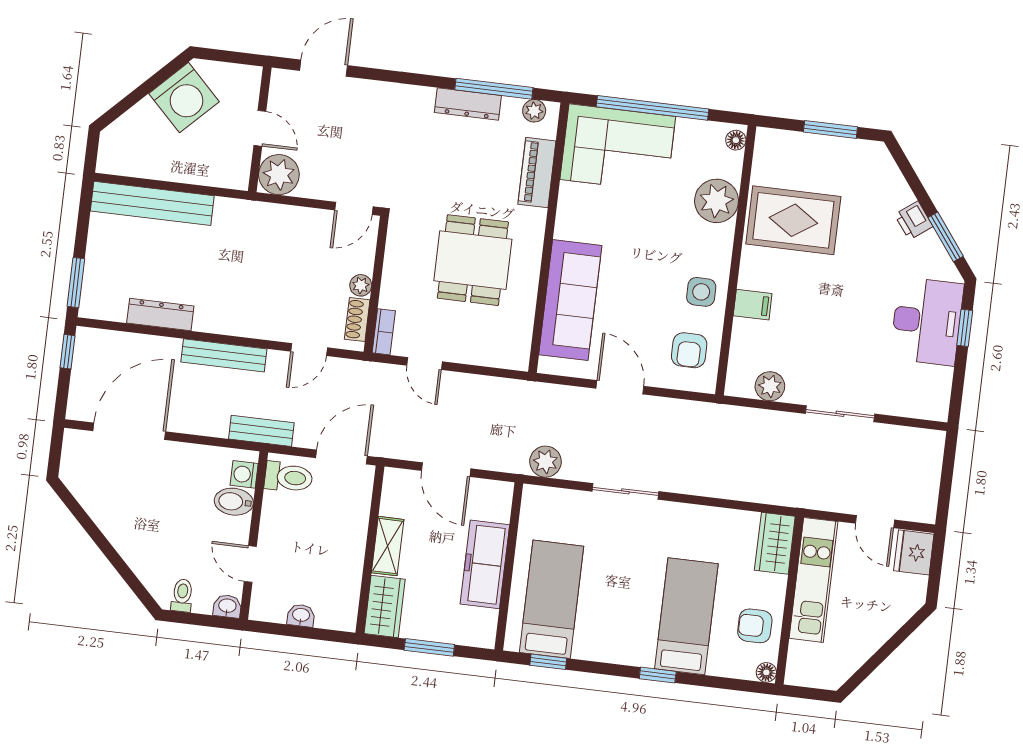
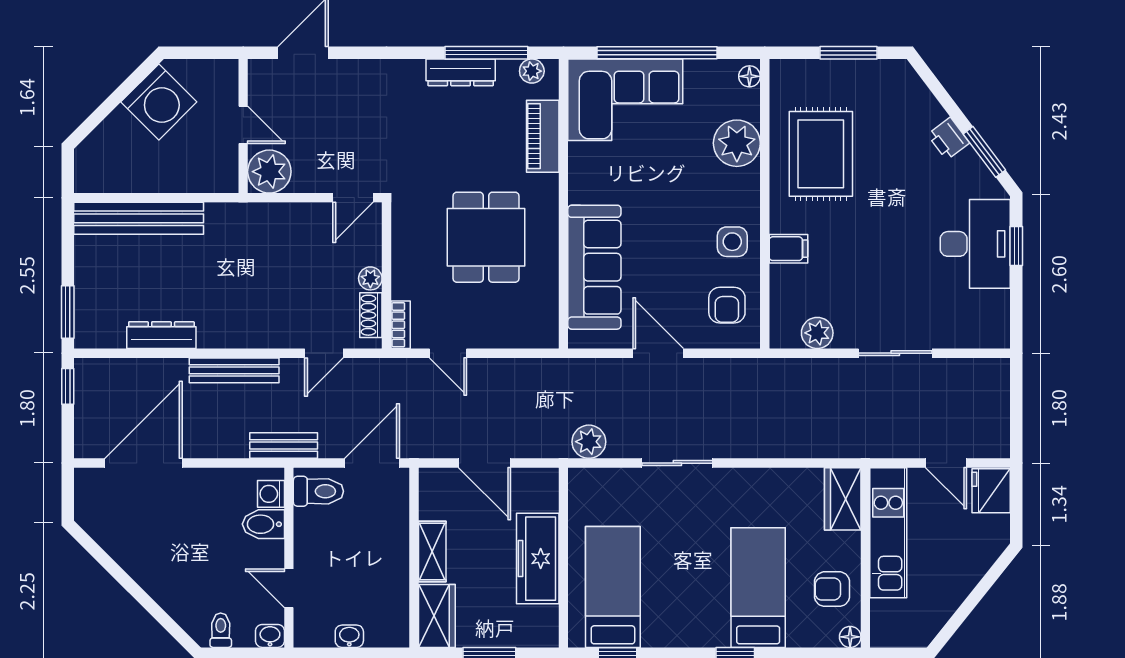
rug: (793, 220) -> (821, 154), turned 90

